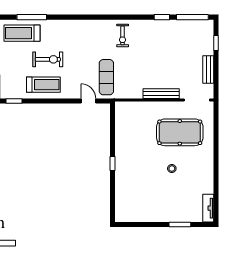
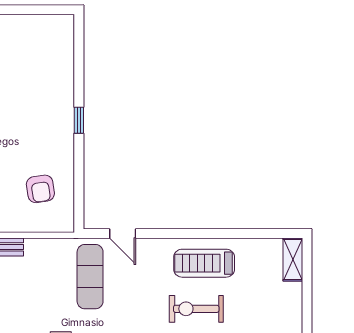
window: (14, 101) -> (257, 233), removed
armchair: (134, 126) -> (40, 189), added

